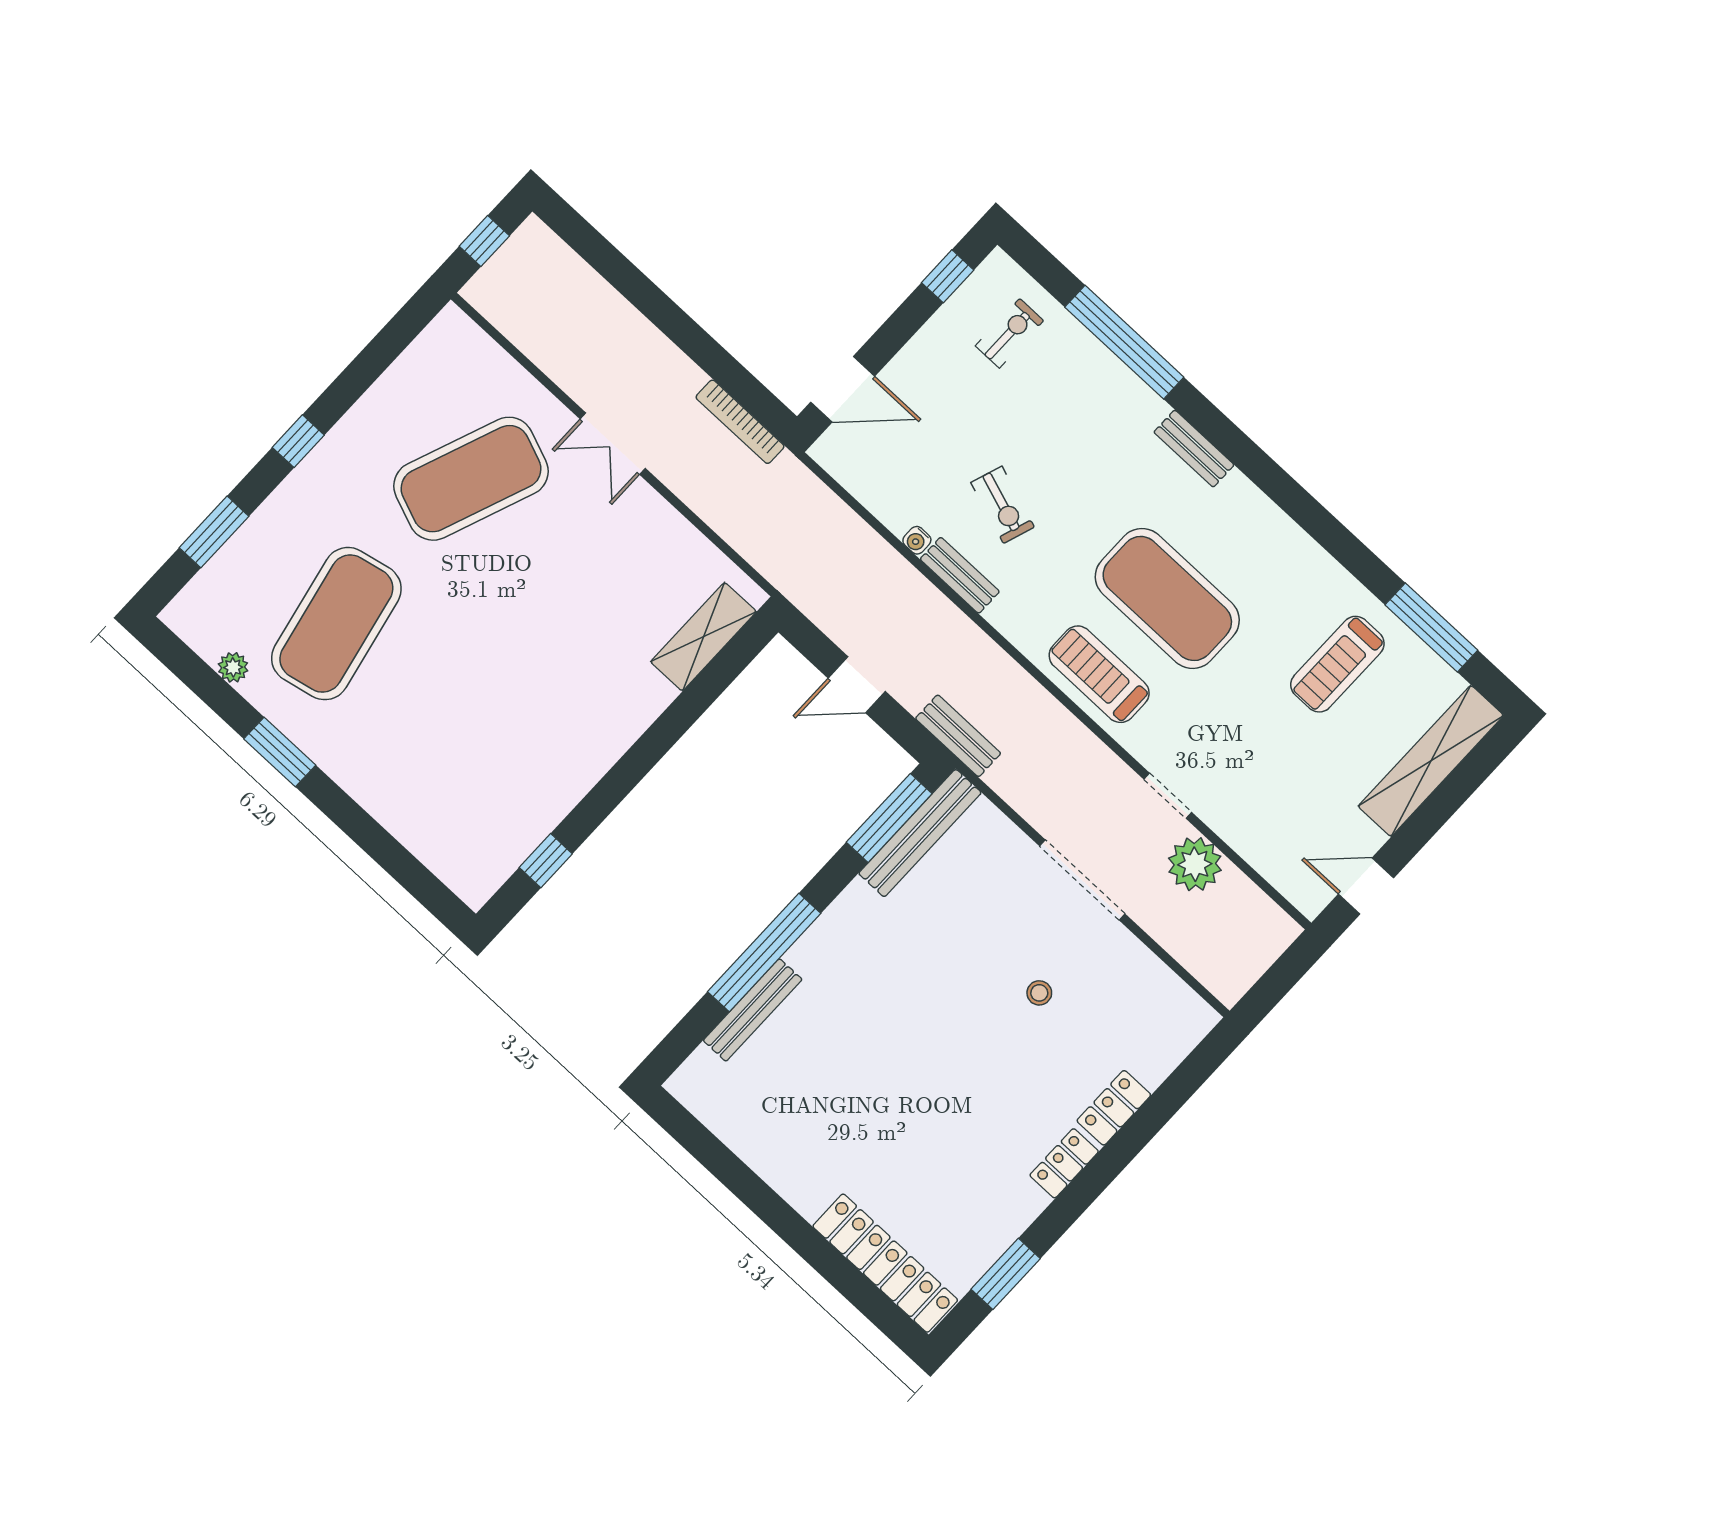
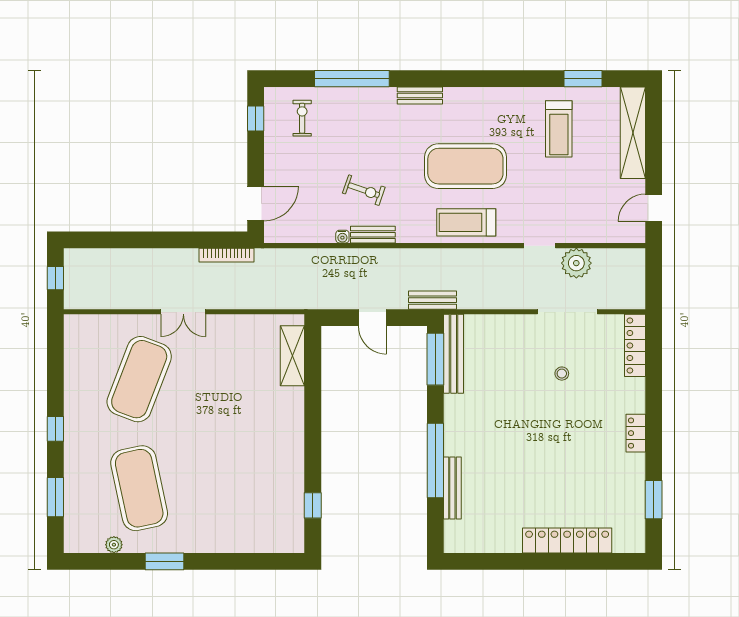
window: (1431, 627) -> (583, 79), width x0.69
door: (857, 685) -> (372, 318), hinge flipped
doorway: (1082, 880) -> (567, 312), moved
locker: (1114, 1108) -> (635, 345), moved, width x1.53
locker: (885, 1263) -> (567, 541), moved

